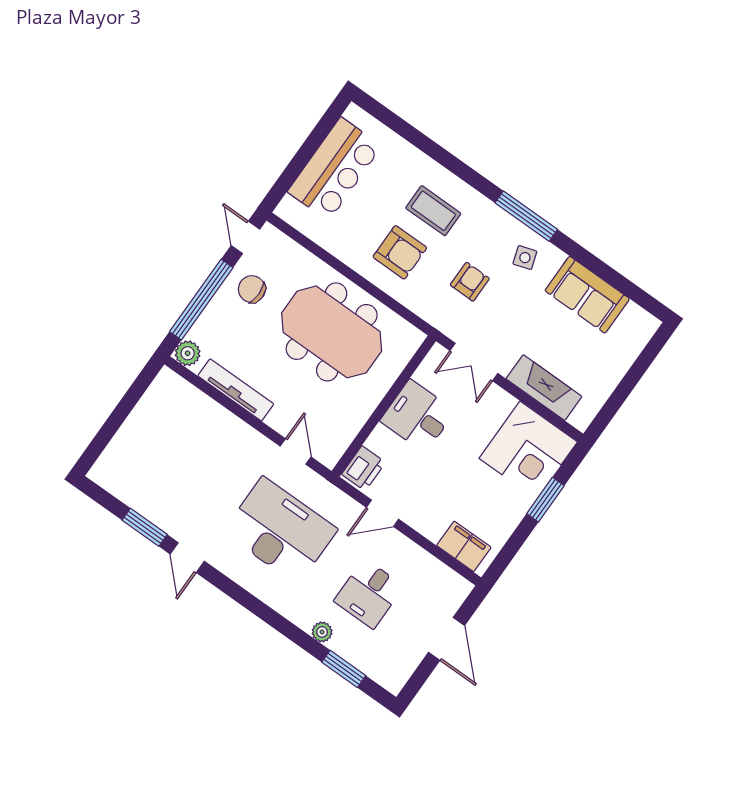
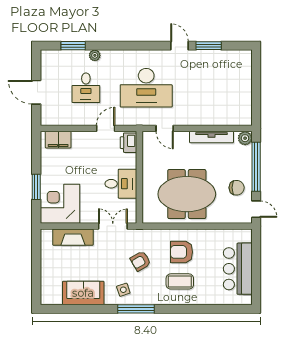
armchair: (470, 282) -> (140, 261), turned 60
desk: (369, 594) -> (86, 88), turned 180

